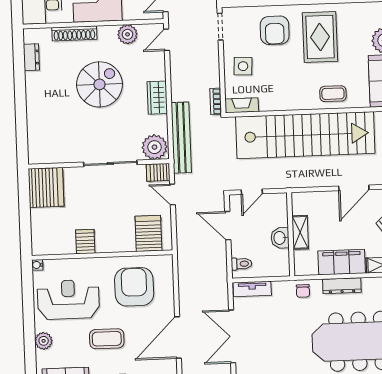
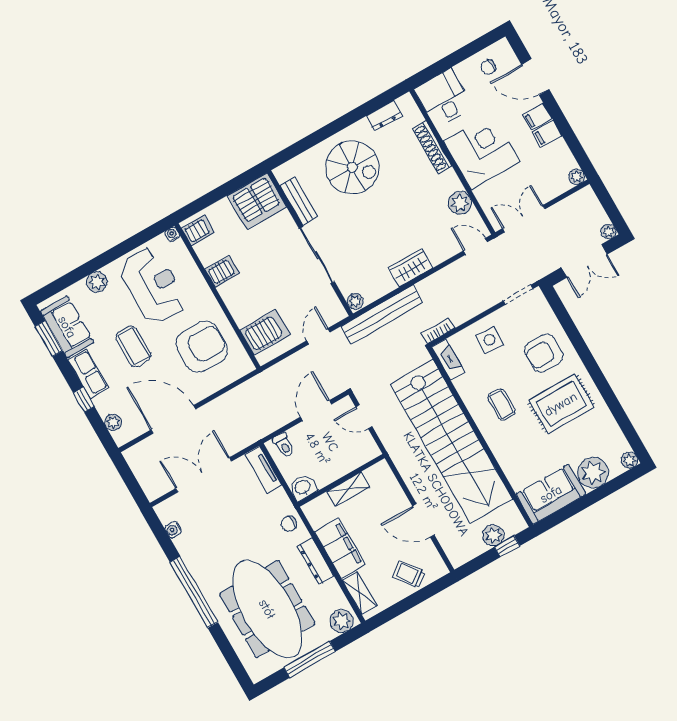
spiral stairs: (100, 84) -> (352, 167), moved
coffee table: (333, 94) -> (502, 404), moved
plant: (155, 147) -> (355, 301), width x0.53, depth x0.53
bench: (62, 156) -> (299, 201), added
server rack: (158, 172) -> (198, 230), moved, turned 90
washbasin: (280, 238) -> (303, 488), moved

